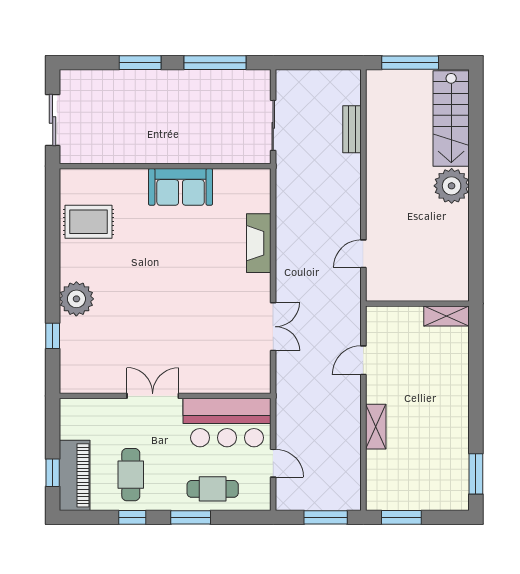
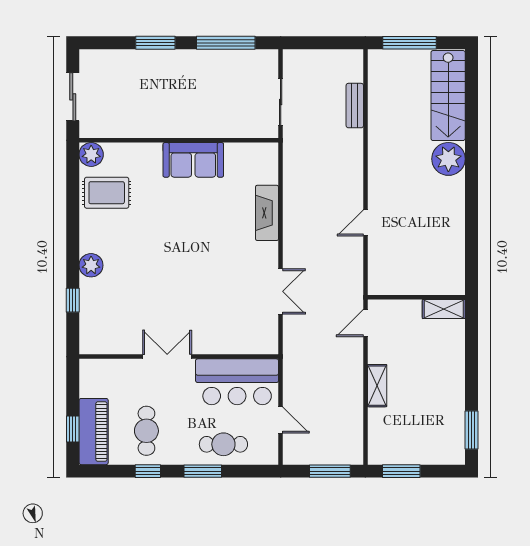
plant: (72, 181) -> (91, 154), added
plant: (76, 299) -> (91, 265), width x0.73, depth x0.73
wall: (417, 304) -> (416, 297), moved
shelving: (446, 316) -> (444, 309), moved

